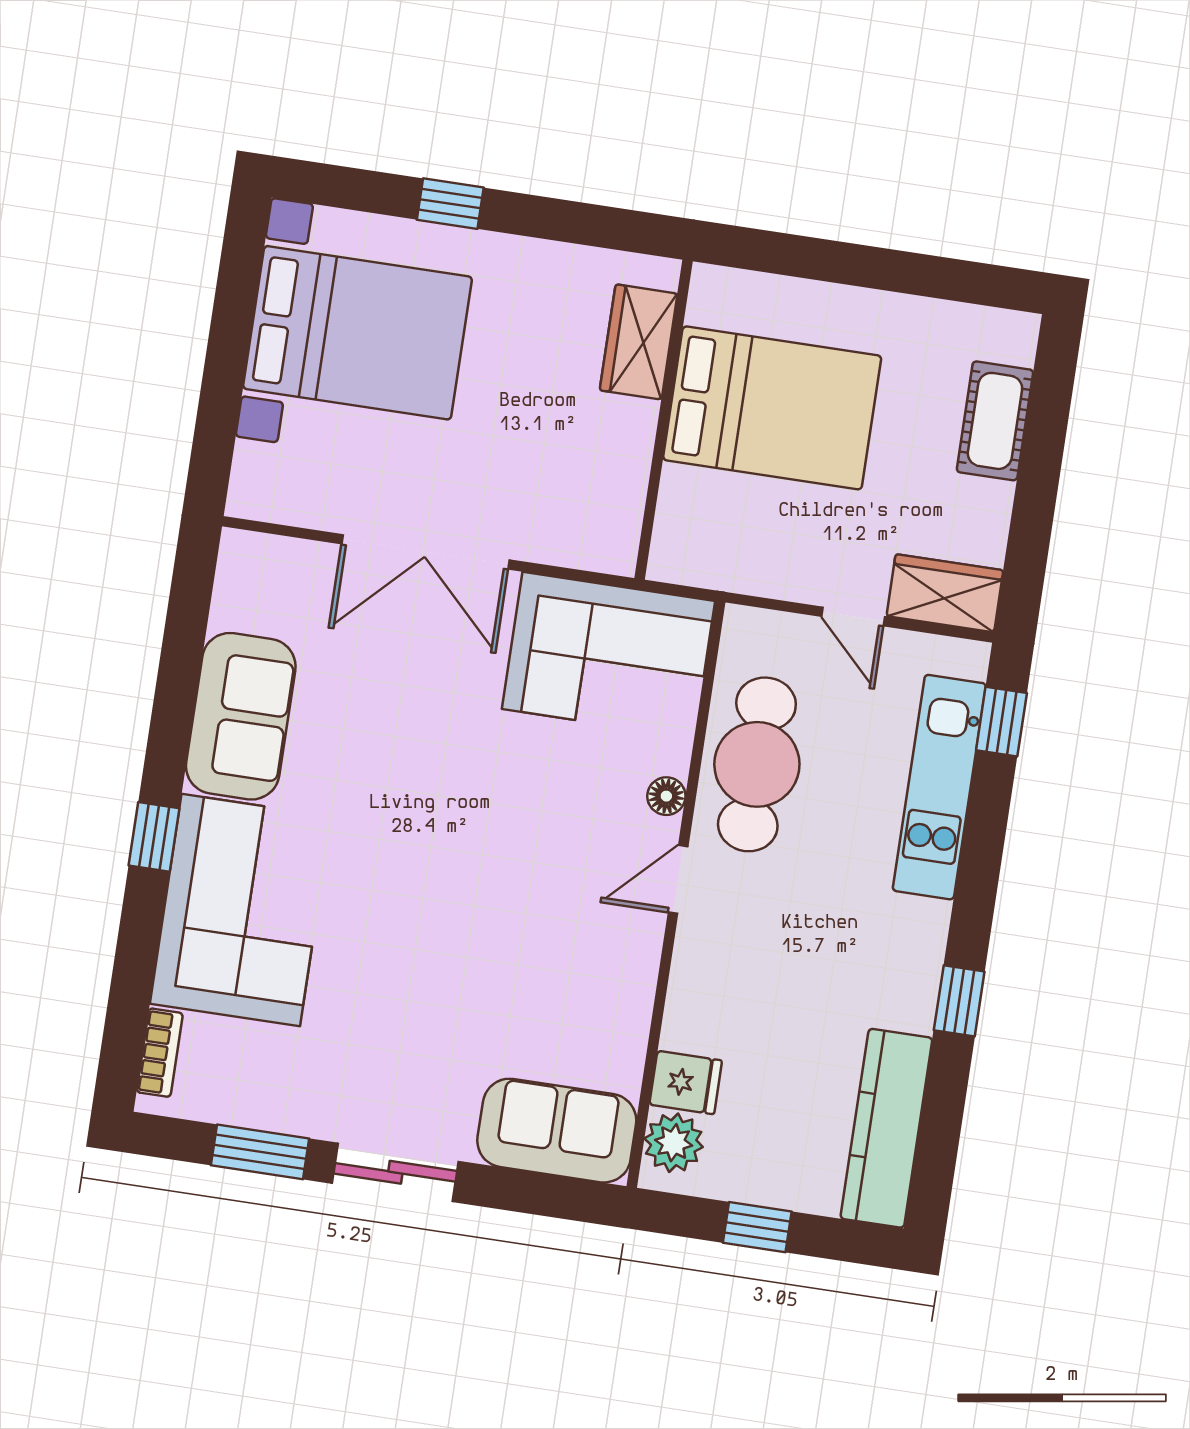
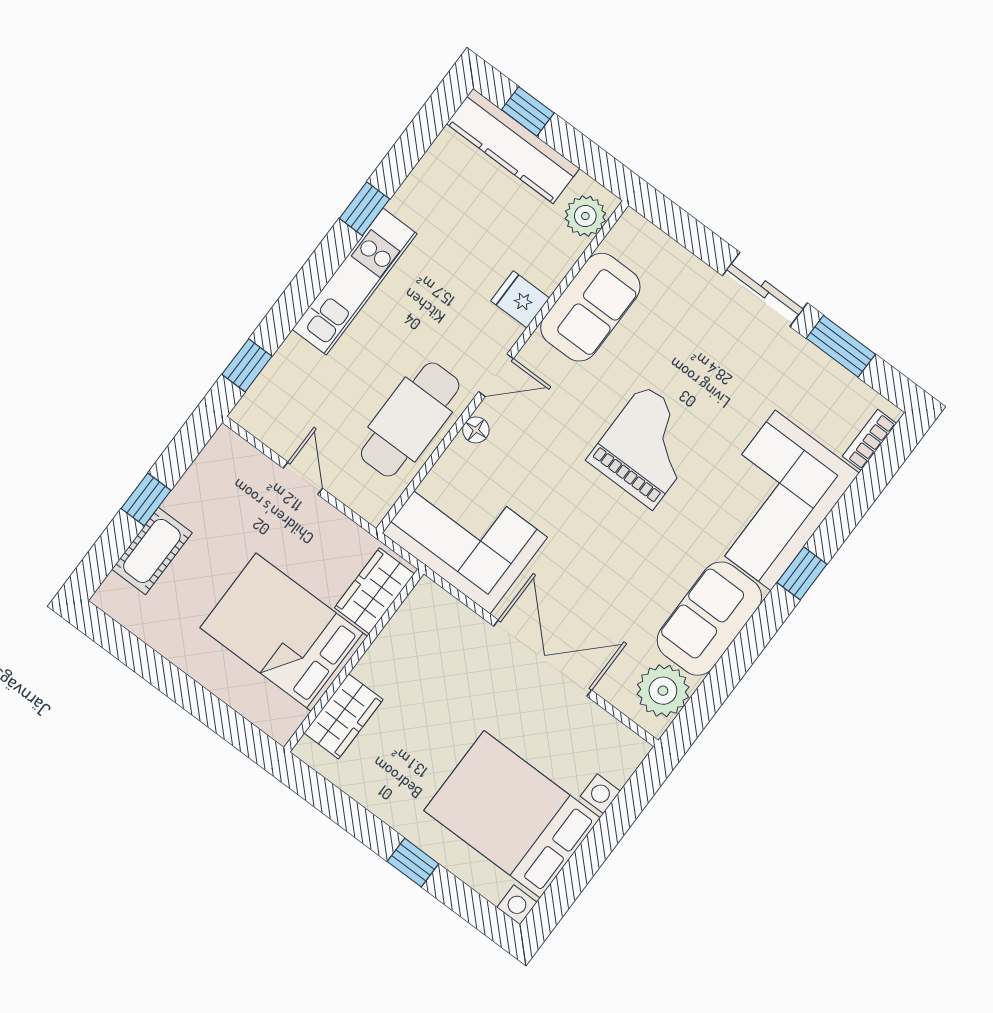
window: (1038, 482) -> (146, 500), added
plant: (250, 593) -> (663, 691), added
wardrobe: (945, 593) -> (374, 591), moved, turned 90
kitchen unit: (939, 787) -> (355, 282), moved
grand piano: (437, 892) -> (648, 447), added
fridge: (686, 1083) -> (520, 299), moved
kitchen counter: (886, 1128) -> (513, 146), moved, turned 90
sofa: (557, 1131) -> (590, 307), moved, turned -90
window: (757, 1227) -> (528, 111), moved

